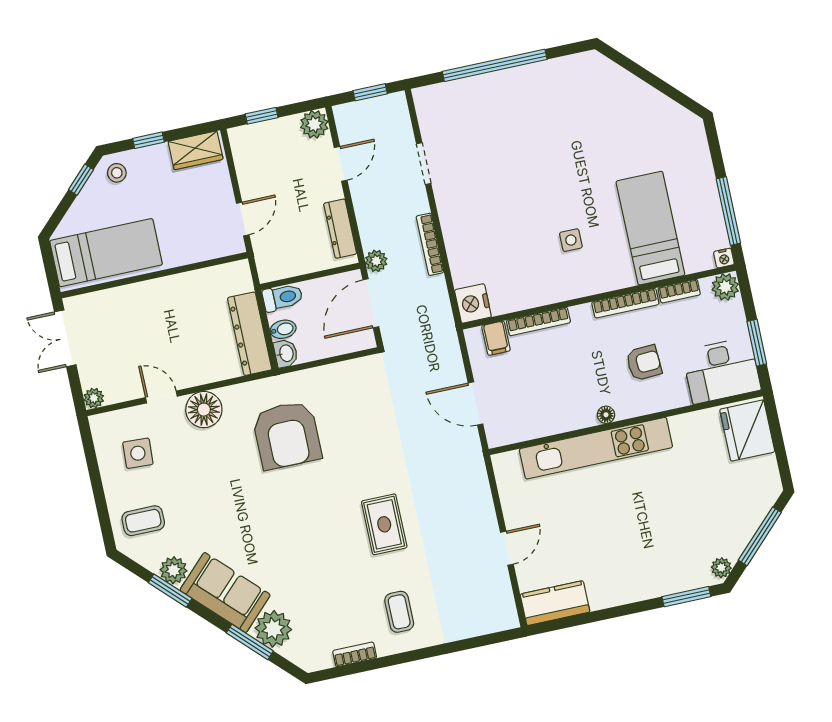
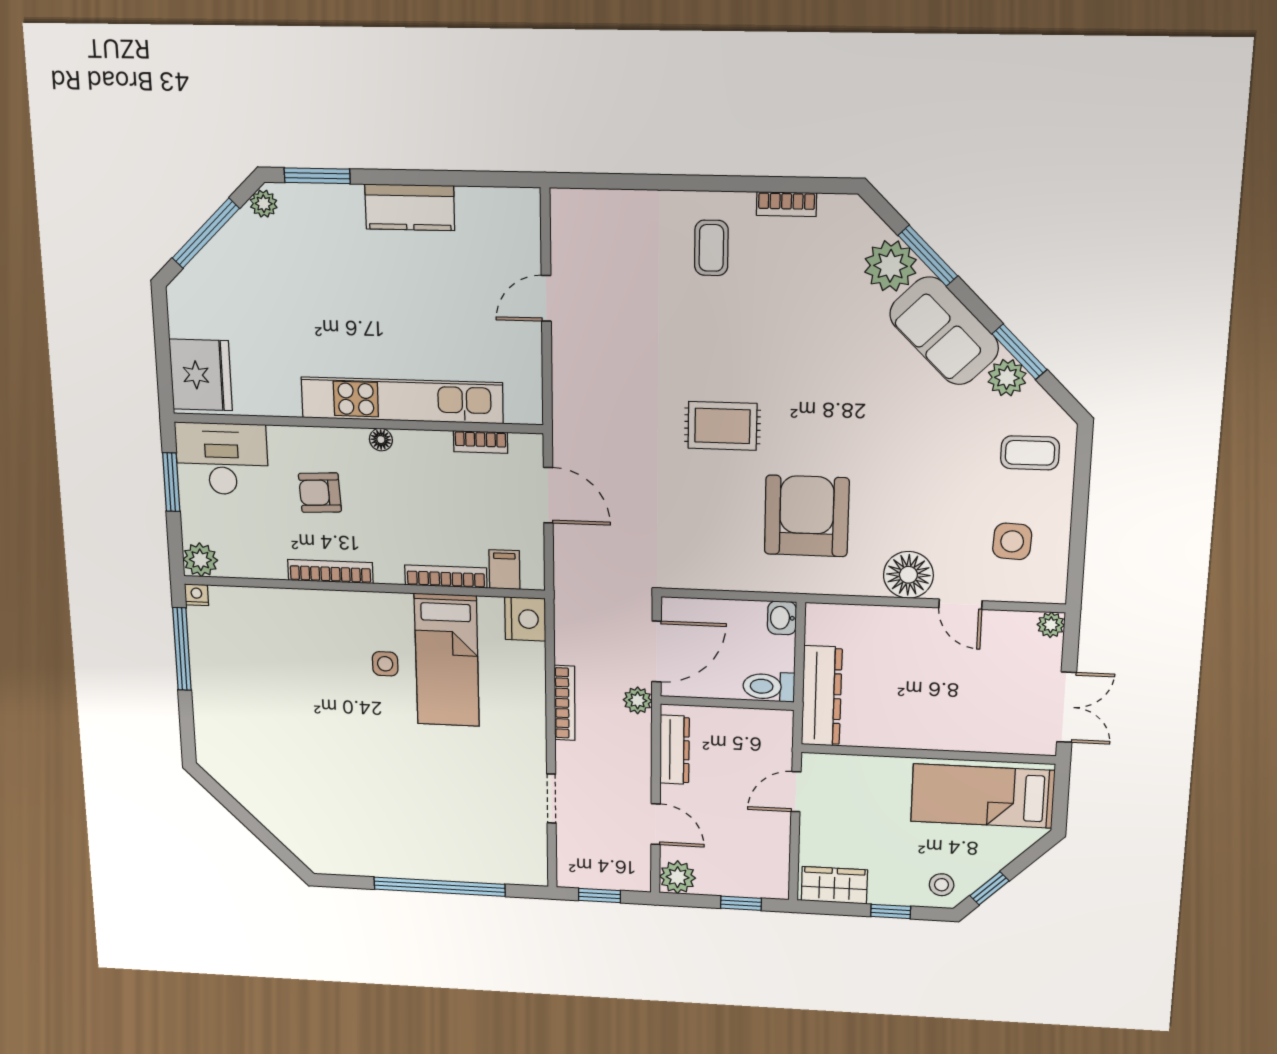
door: (341, 164) -> (656, 824), swing flipped
bed: (650, 228) -> (447, 660), moved
bookcase: (679, 291) -> (480, 442), moved, turned 180
bidet: (283, 329) -> (778, 648), removed
dresser: (250, 334) -> (822, 696), moved
rug: (384, 524) -> (722, 426), moved, turned 90
kitchen counter: (555, 603) -> (410, 207), moved

